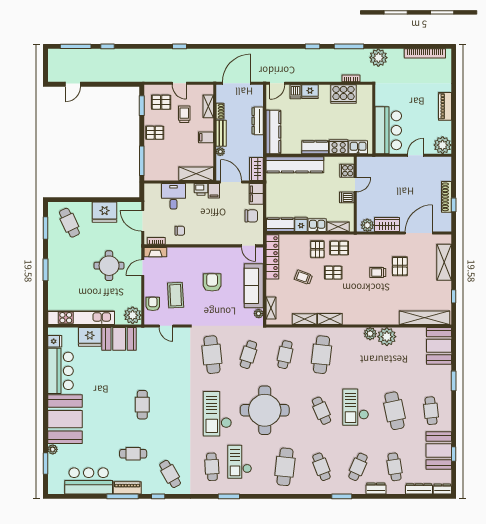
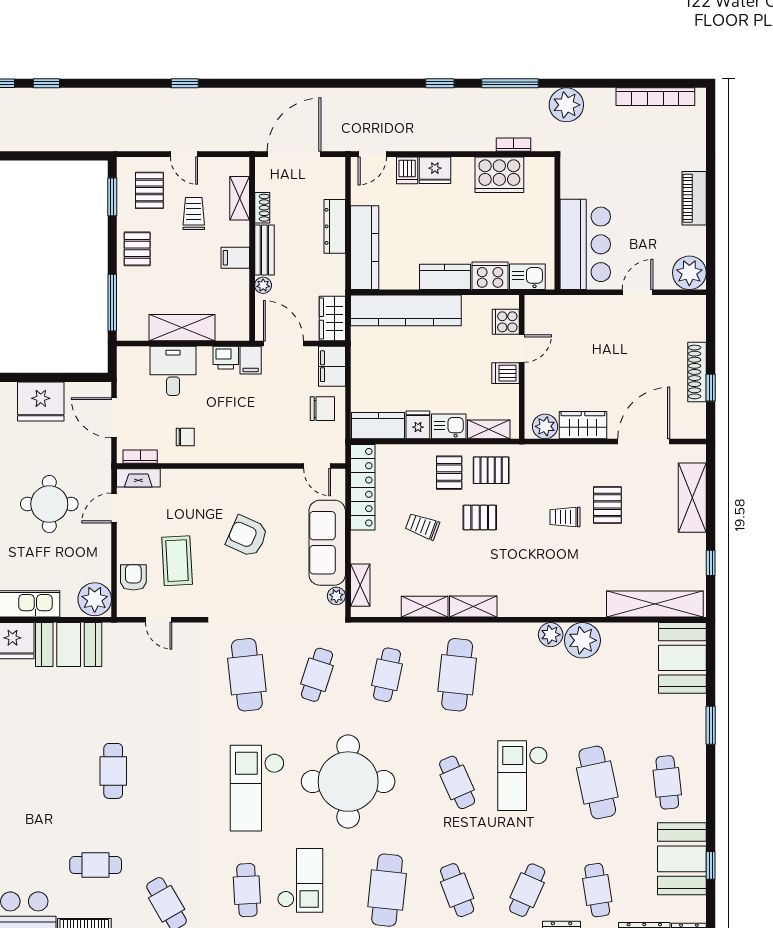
pallet: (161, 102) -> (149, 190), turned 90
pallet: (155, 133) -> (137, 249), turned 90
shelving: (196, 174) -> (182, 328), moved
armchair: (212, 282) -> (247, 536), turned -66
checkout: (240, 462) -> (300, 880), turned 180

